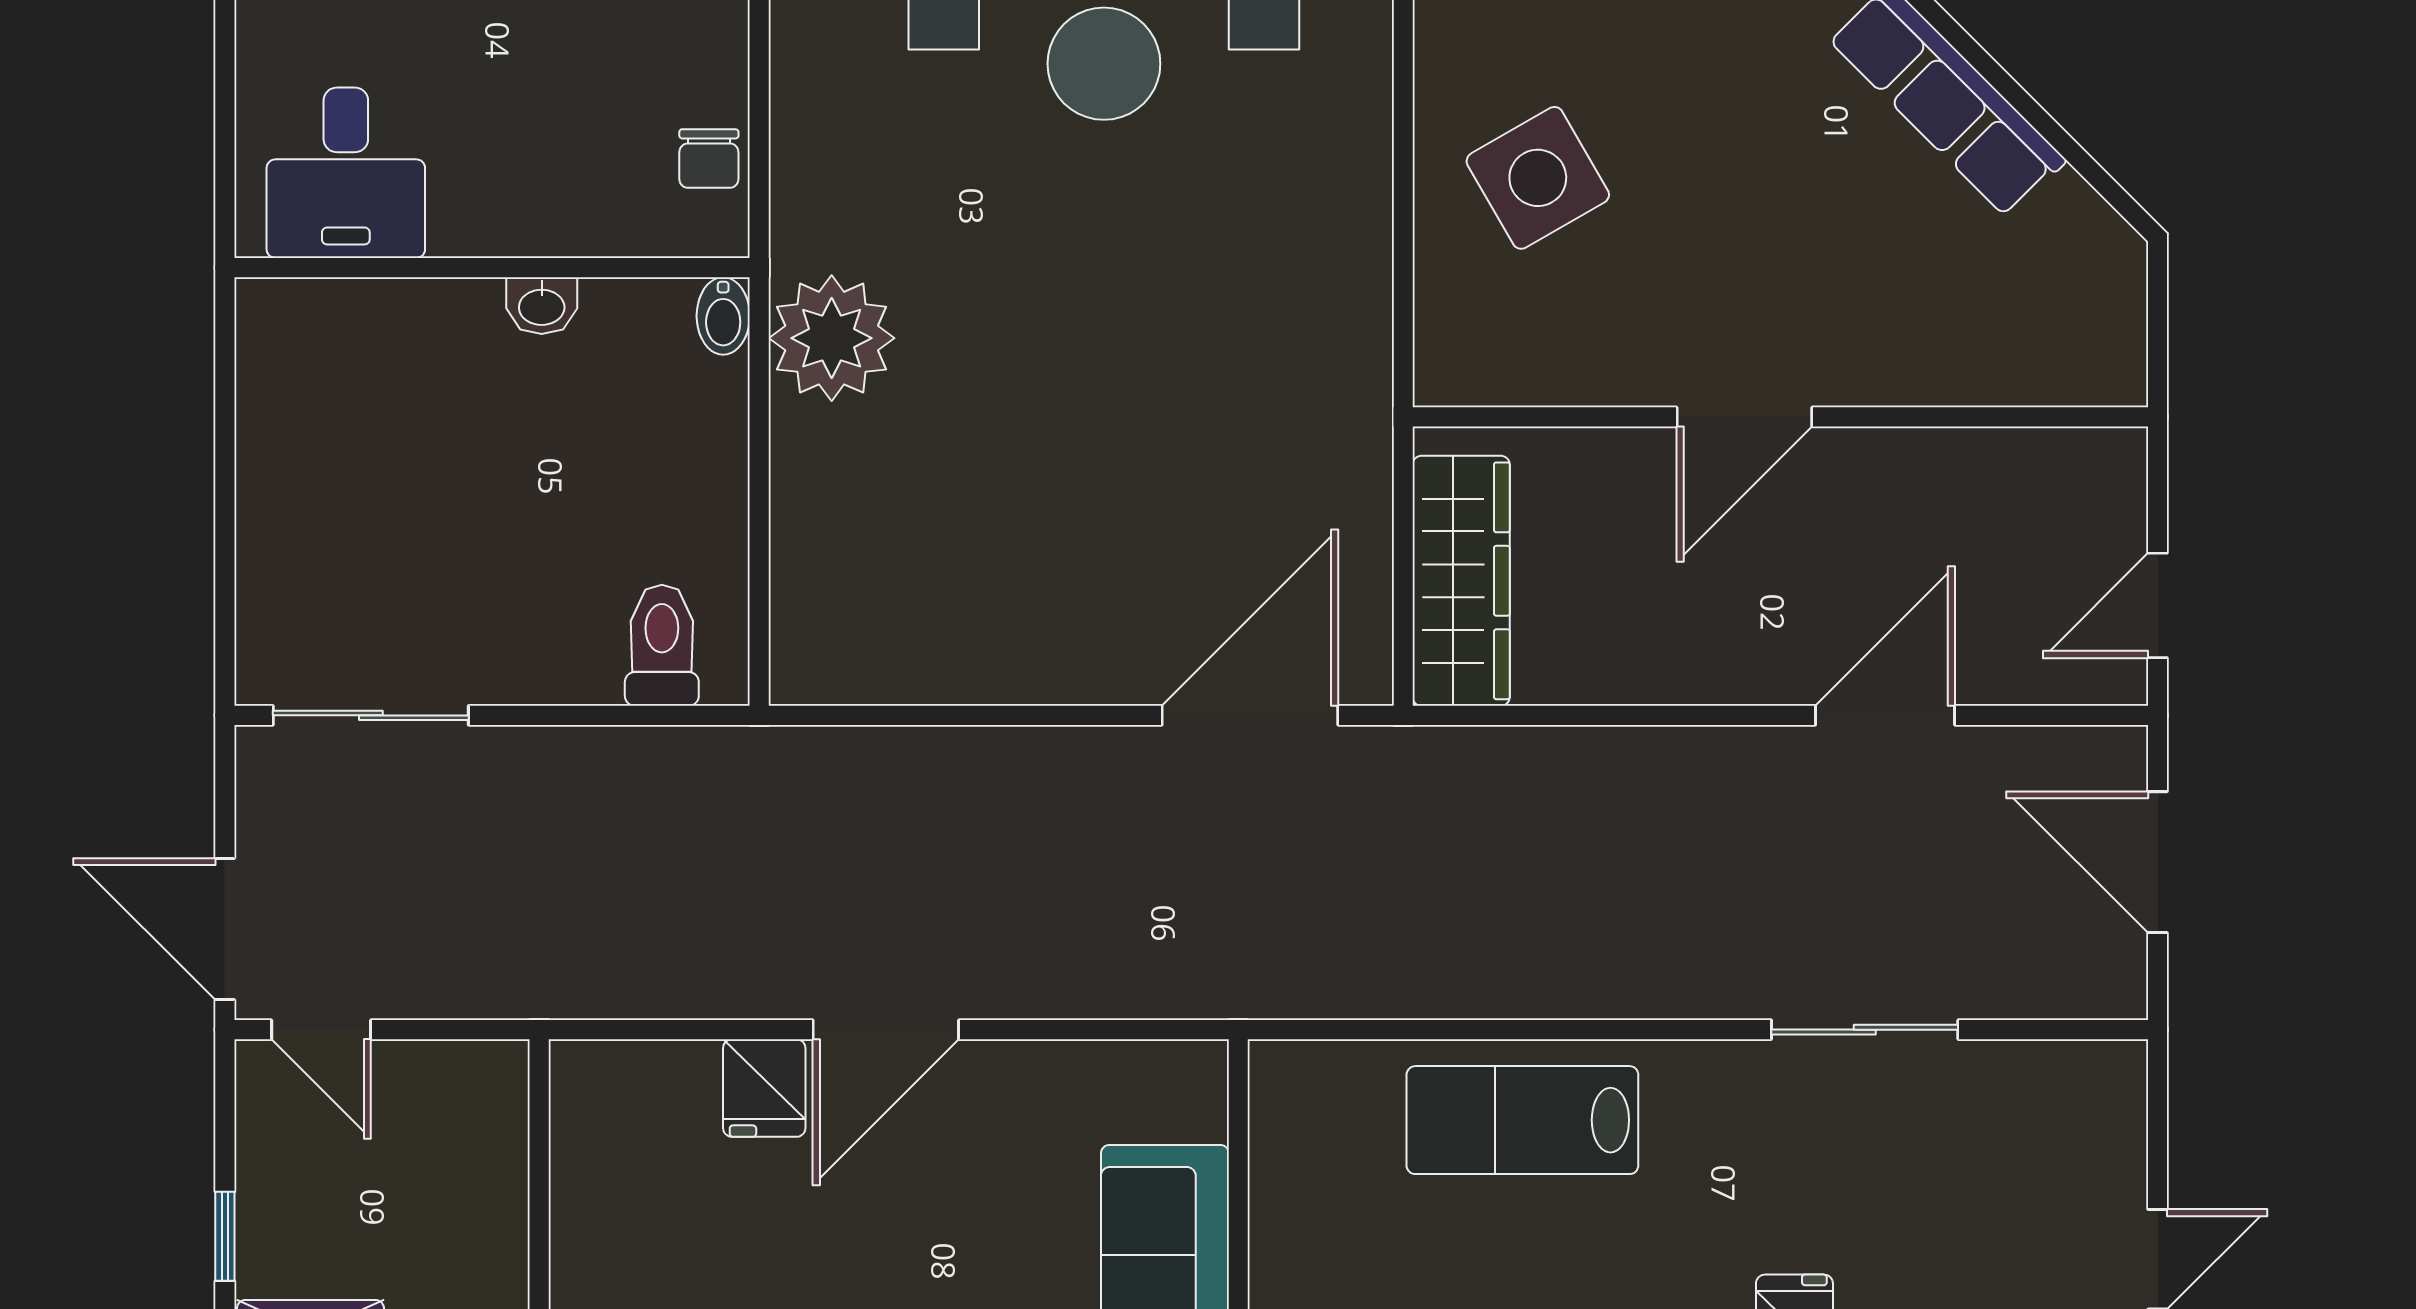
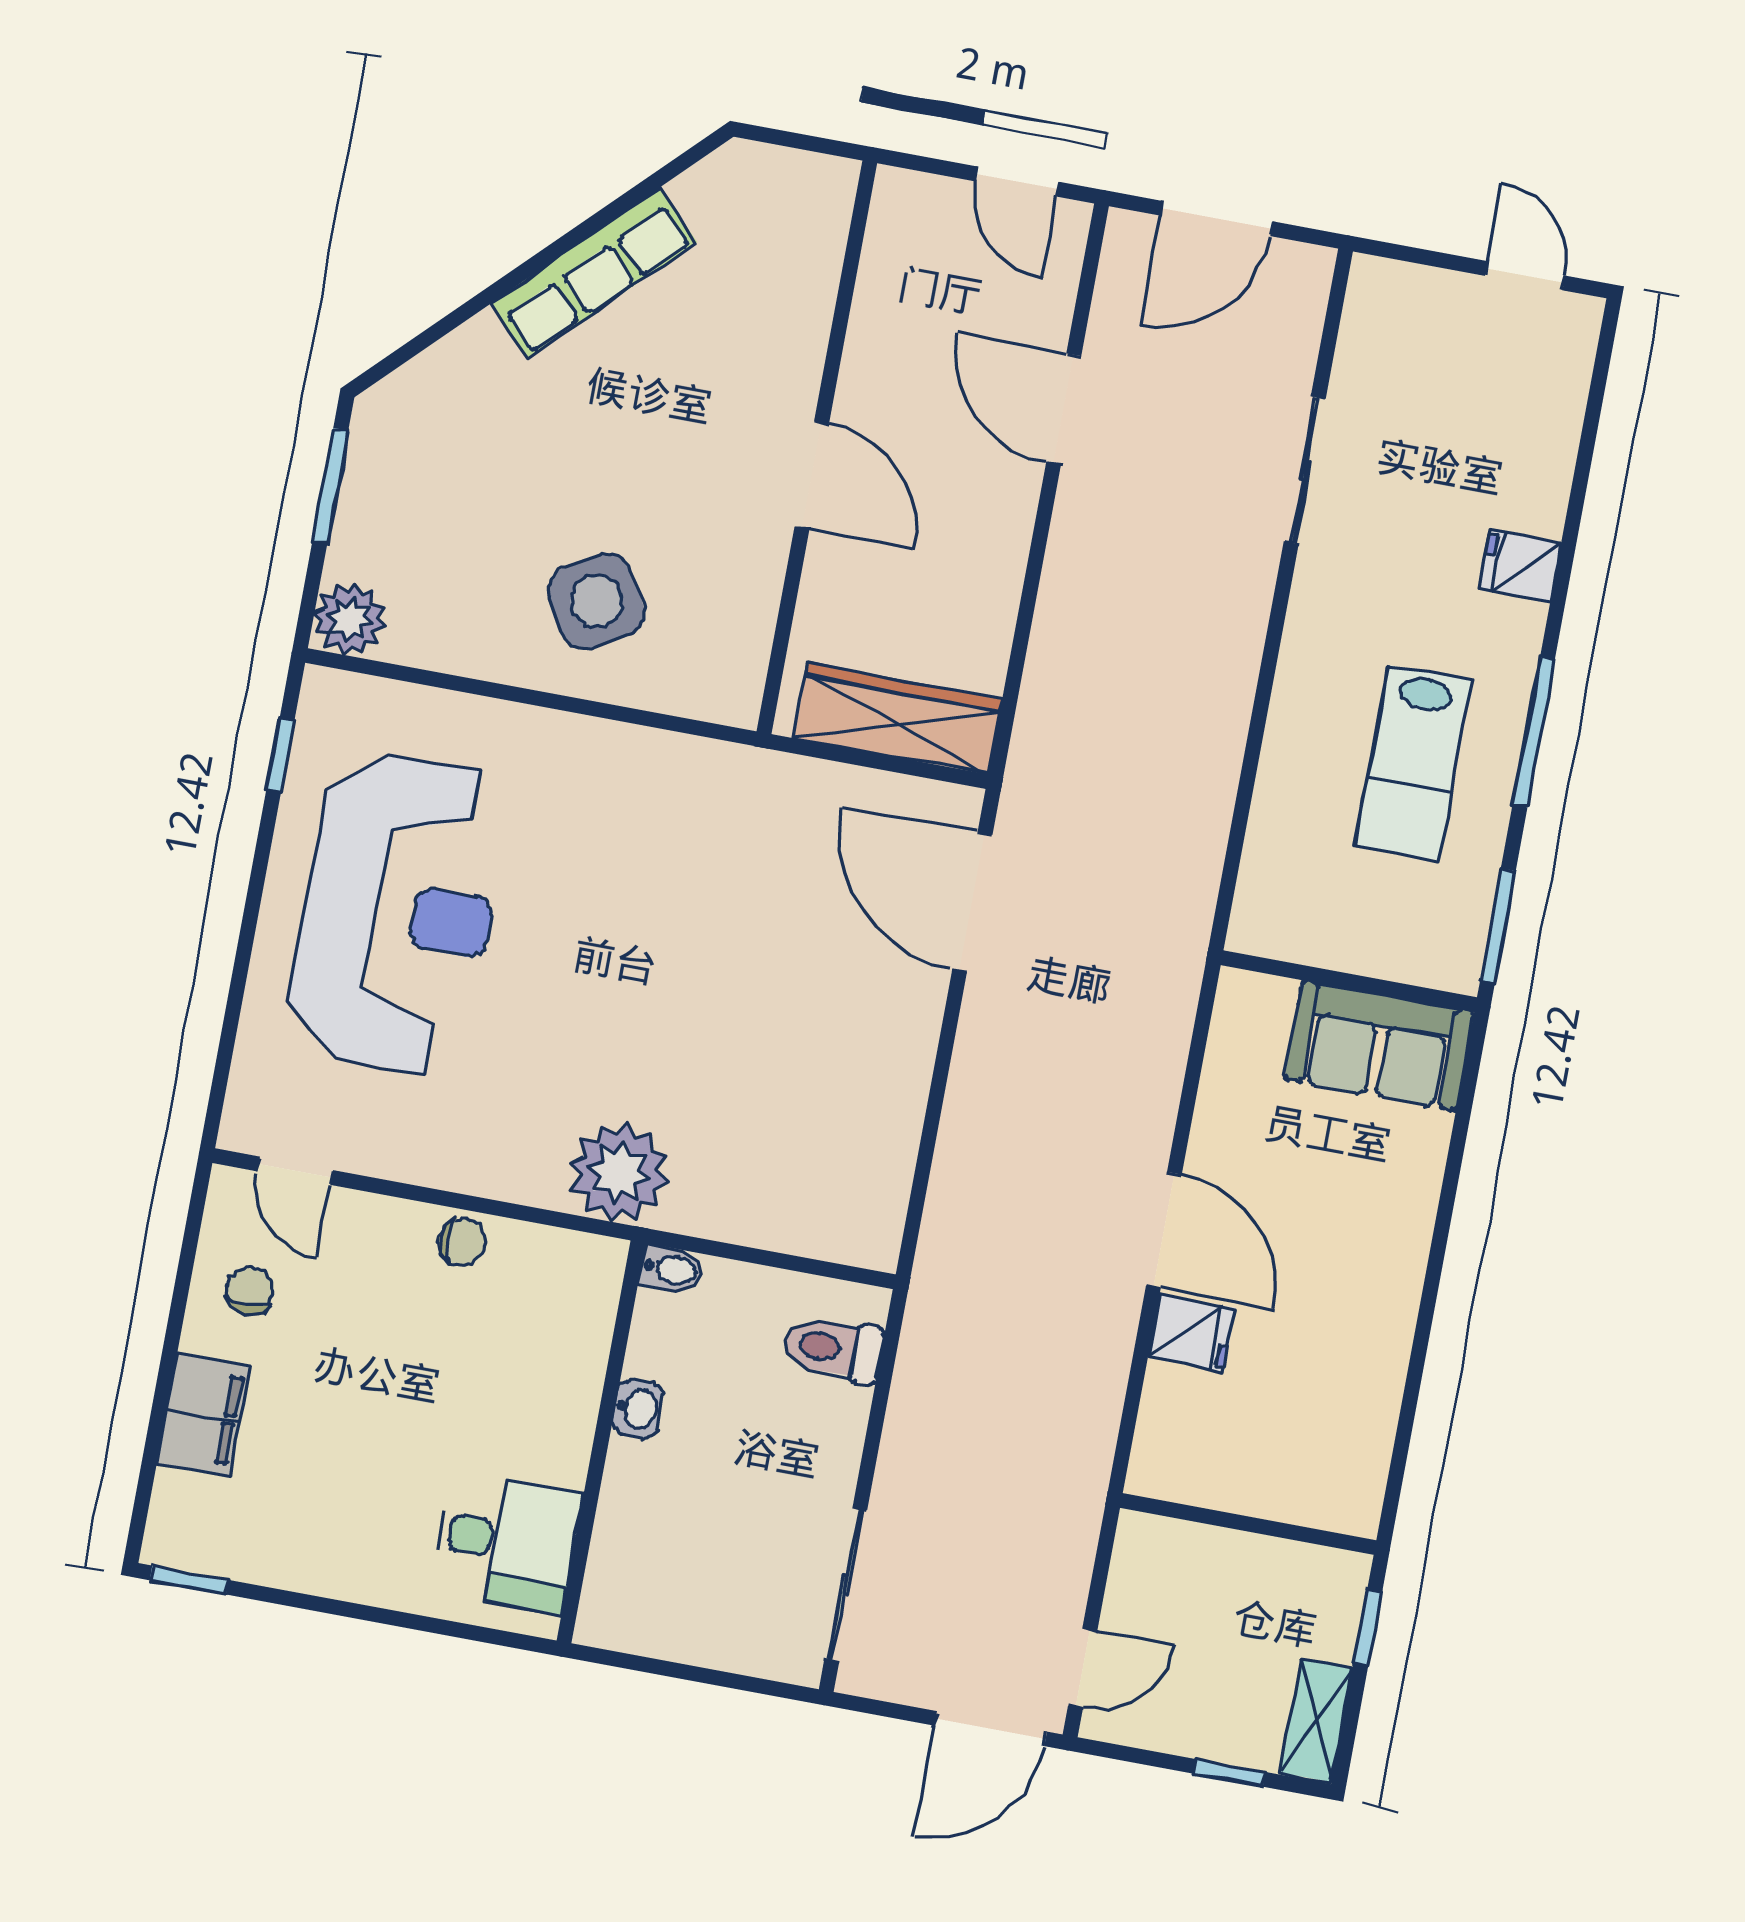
desk: (346, 173) -> (506, 1542), moved
wall: (492, 268) -> (601, 1442), moved
washbasin: (542, 306) -> (638, 1409), moved
bidet: (723, 316) -> (672, 1269), moved
lab bench: (1522, 1120) -> (1413, 763), moved

